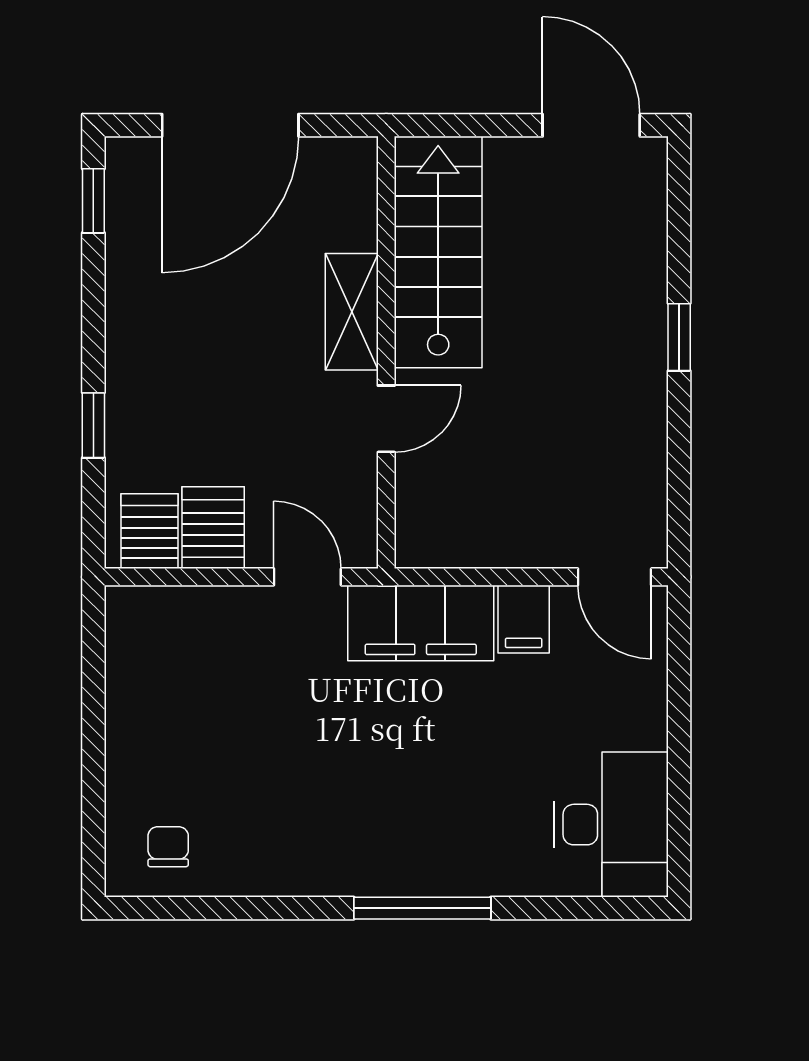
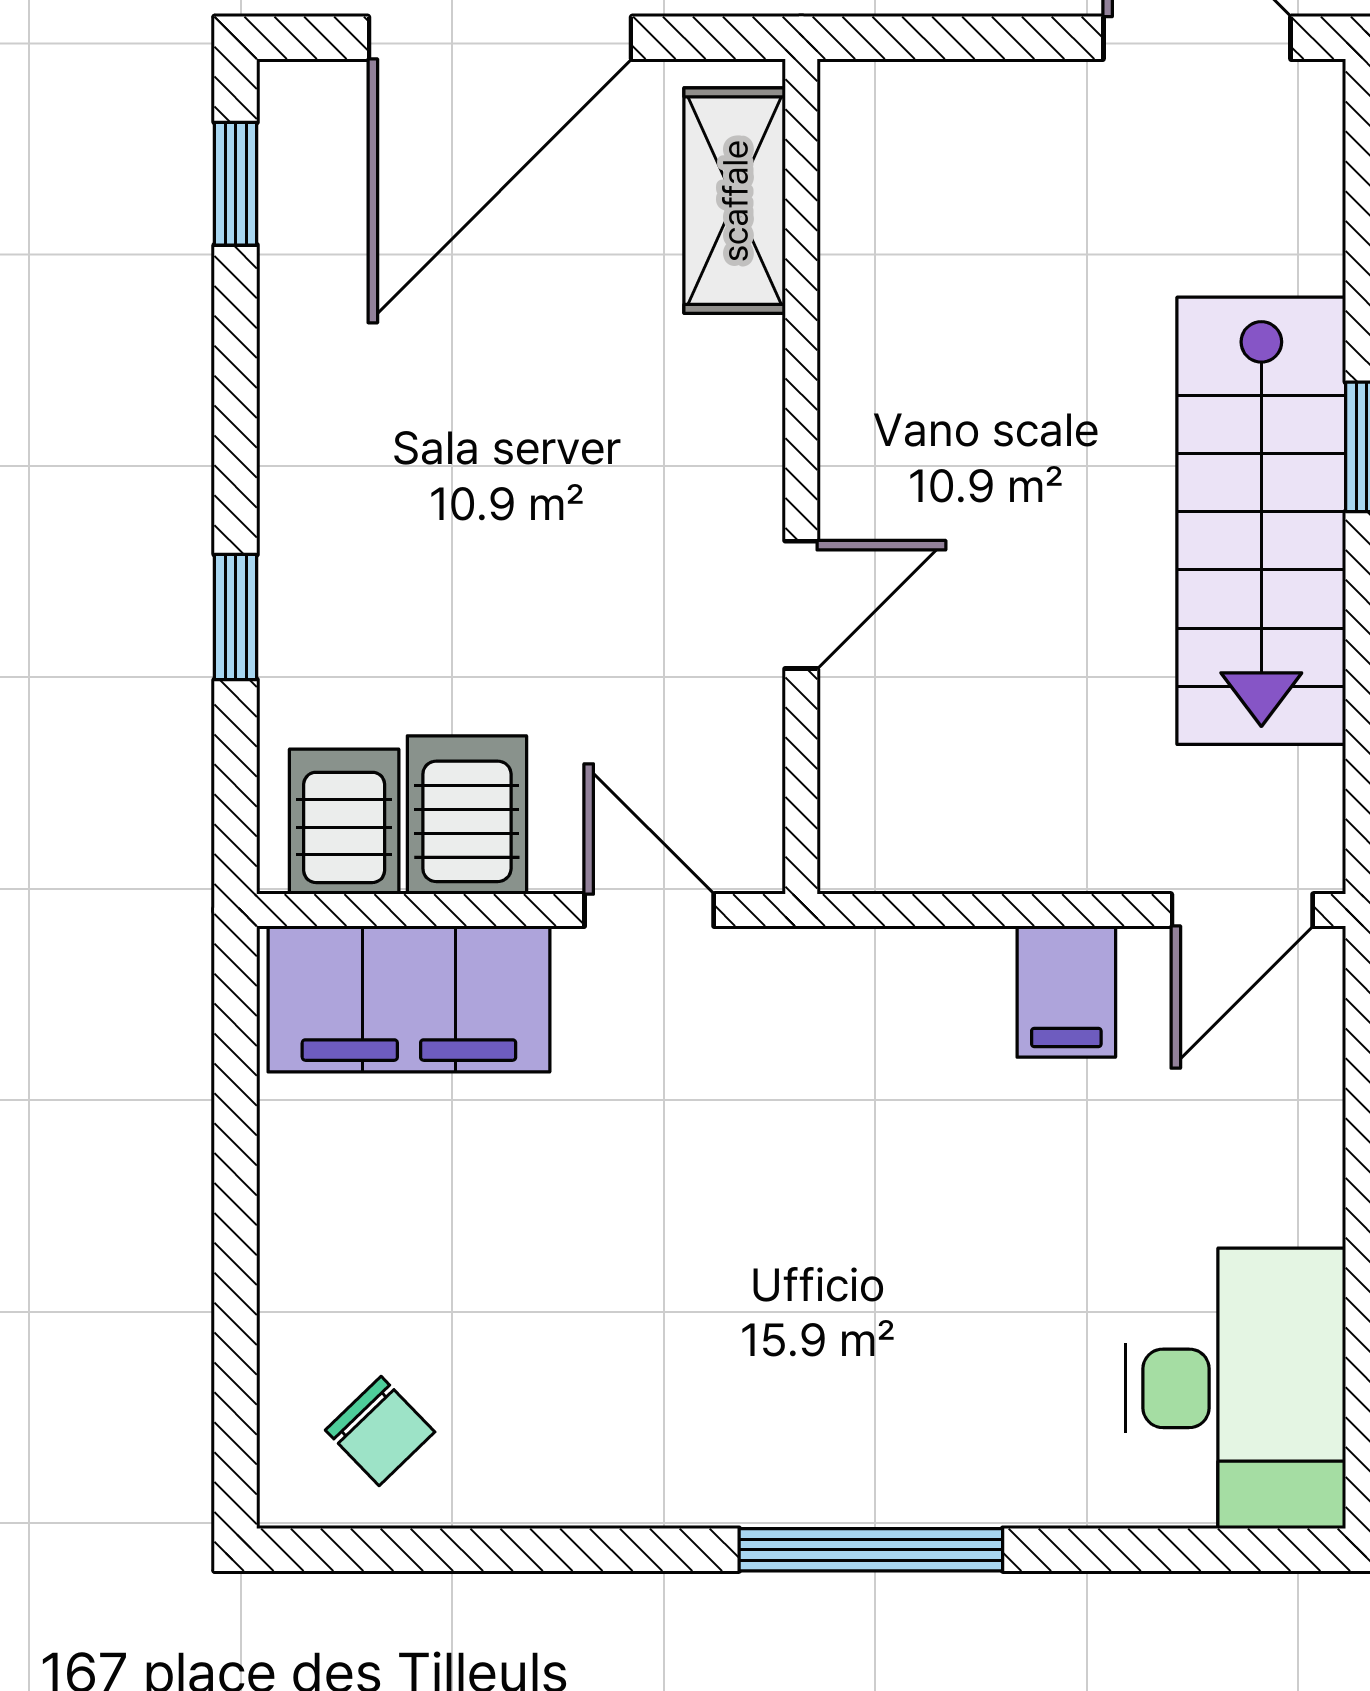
stairs: (438, 252) -> (1261, 521), moved, turned 180
shelving: (352, 312) -> (735, 201), moved
door: (615, 577) -> (1242, 910), hinge flipped
filing cabinet: (421, 623) -> (409, 999), moved
chair: (168, 847) -> (380, 1431), turned 136

